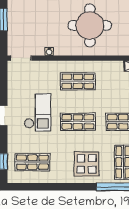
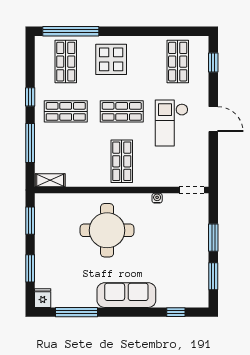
shop shelf: (78, 81) -> (122, 161), turned 90
shop shelf: (32, 162) -> (178, 62), turned 90

